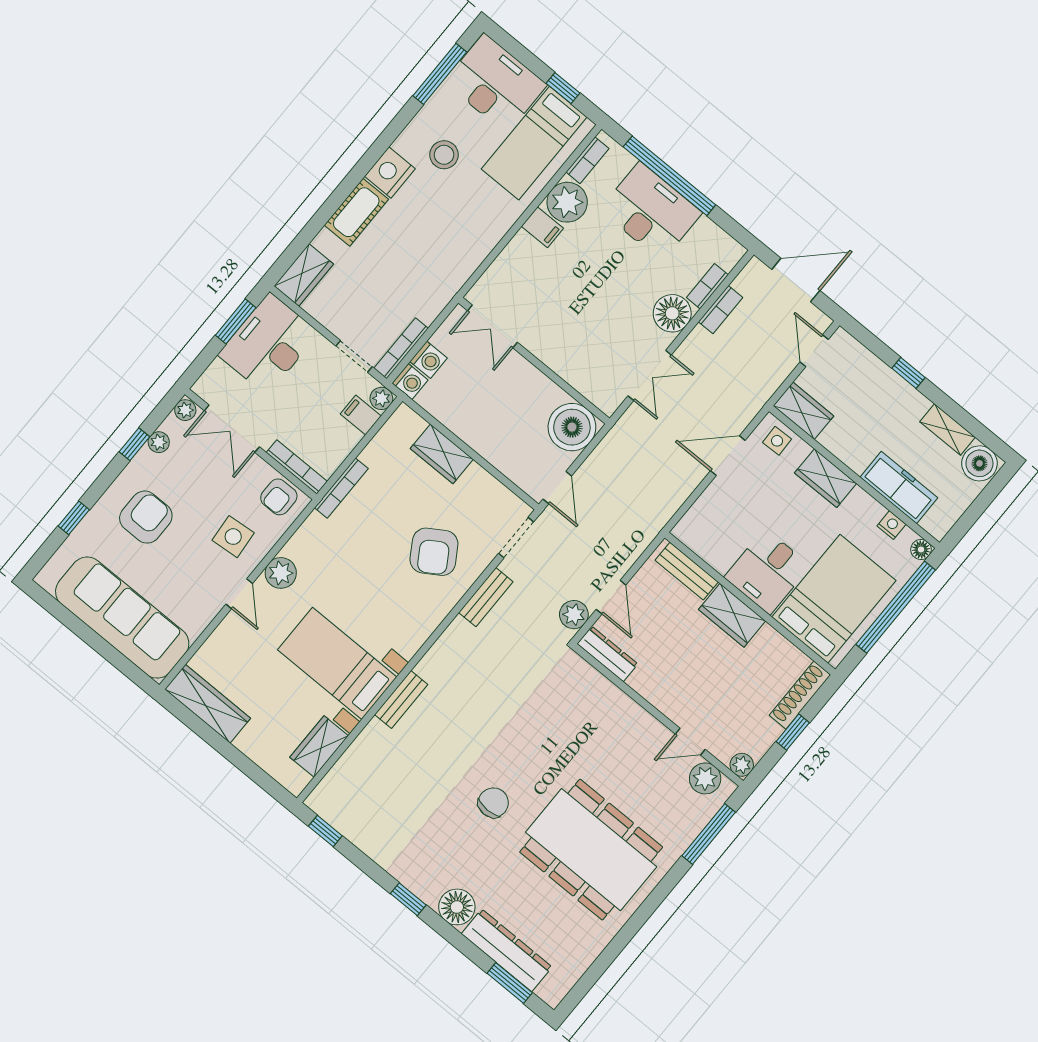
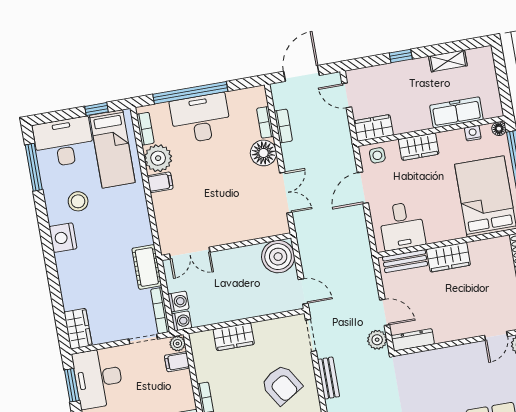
cot: (356, 212) -> (147, 267), moved
boiler: (979, 463) -> (480, 59), removed
desk: (767, 571) -> (402, 226), moved

